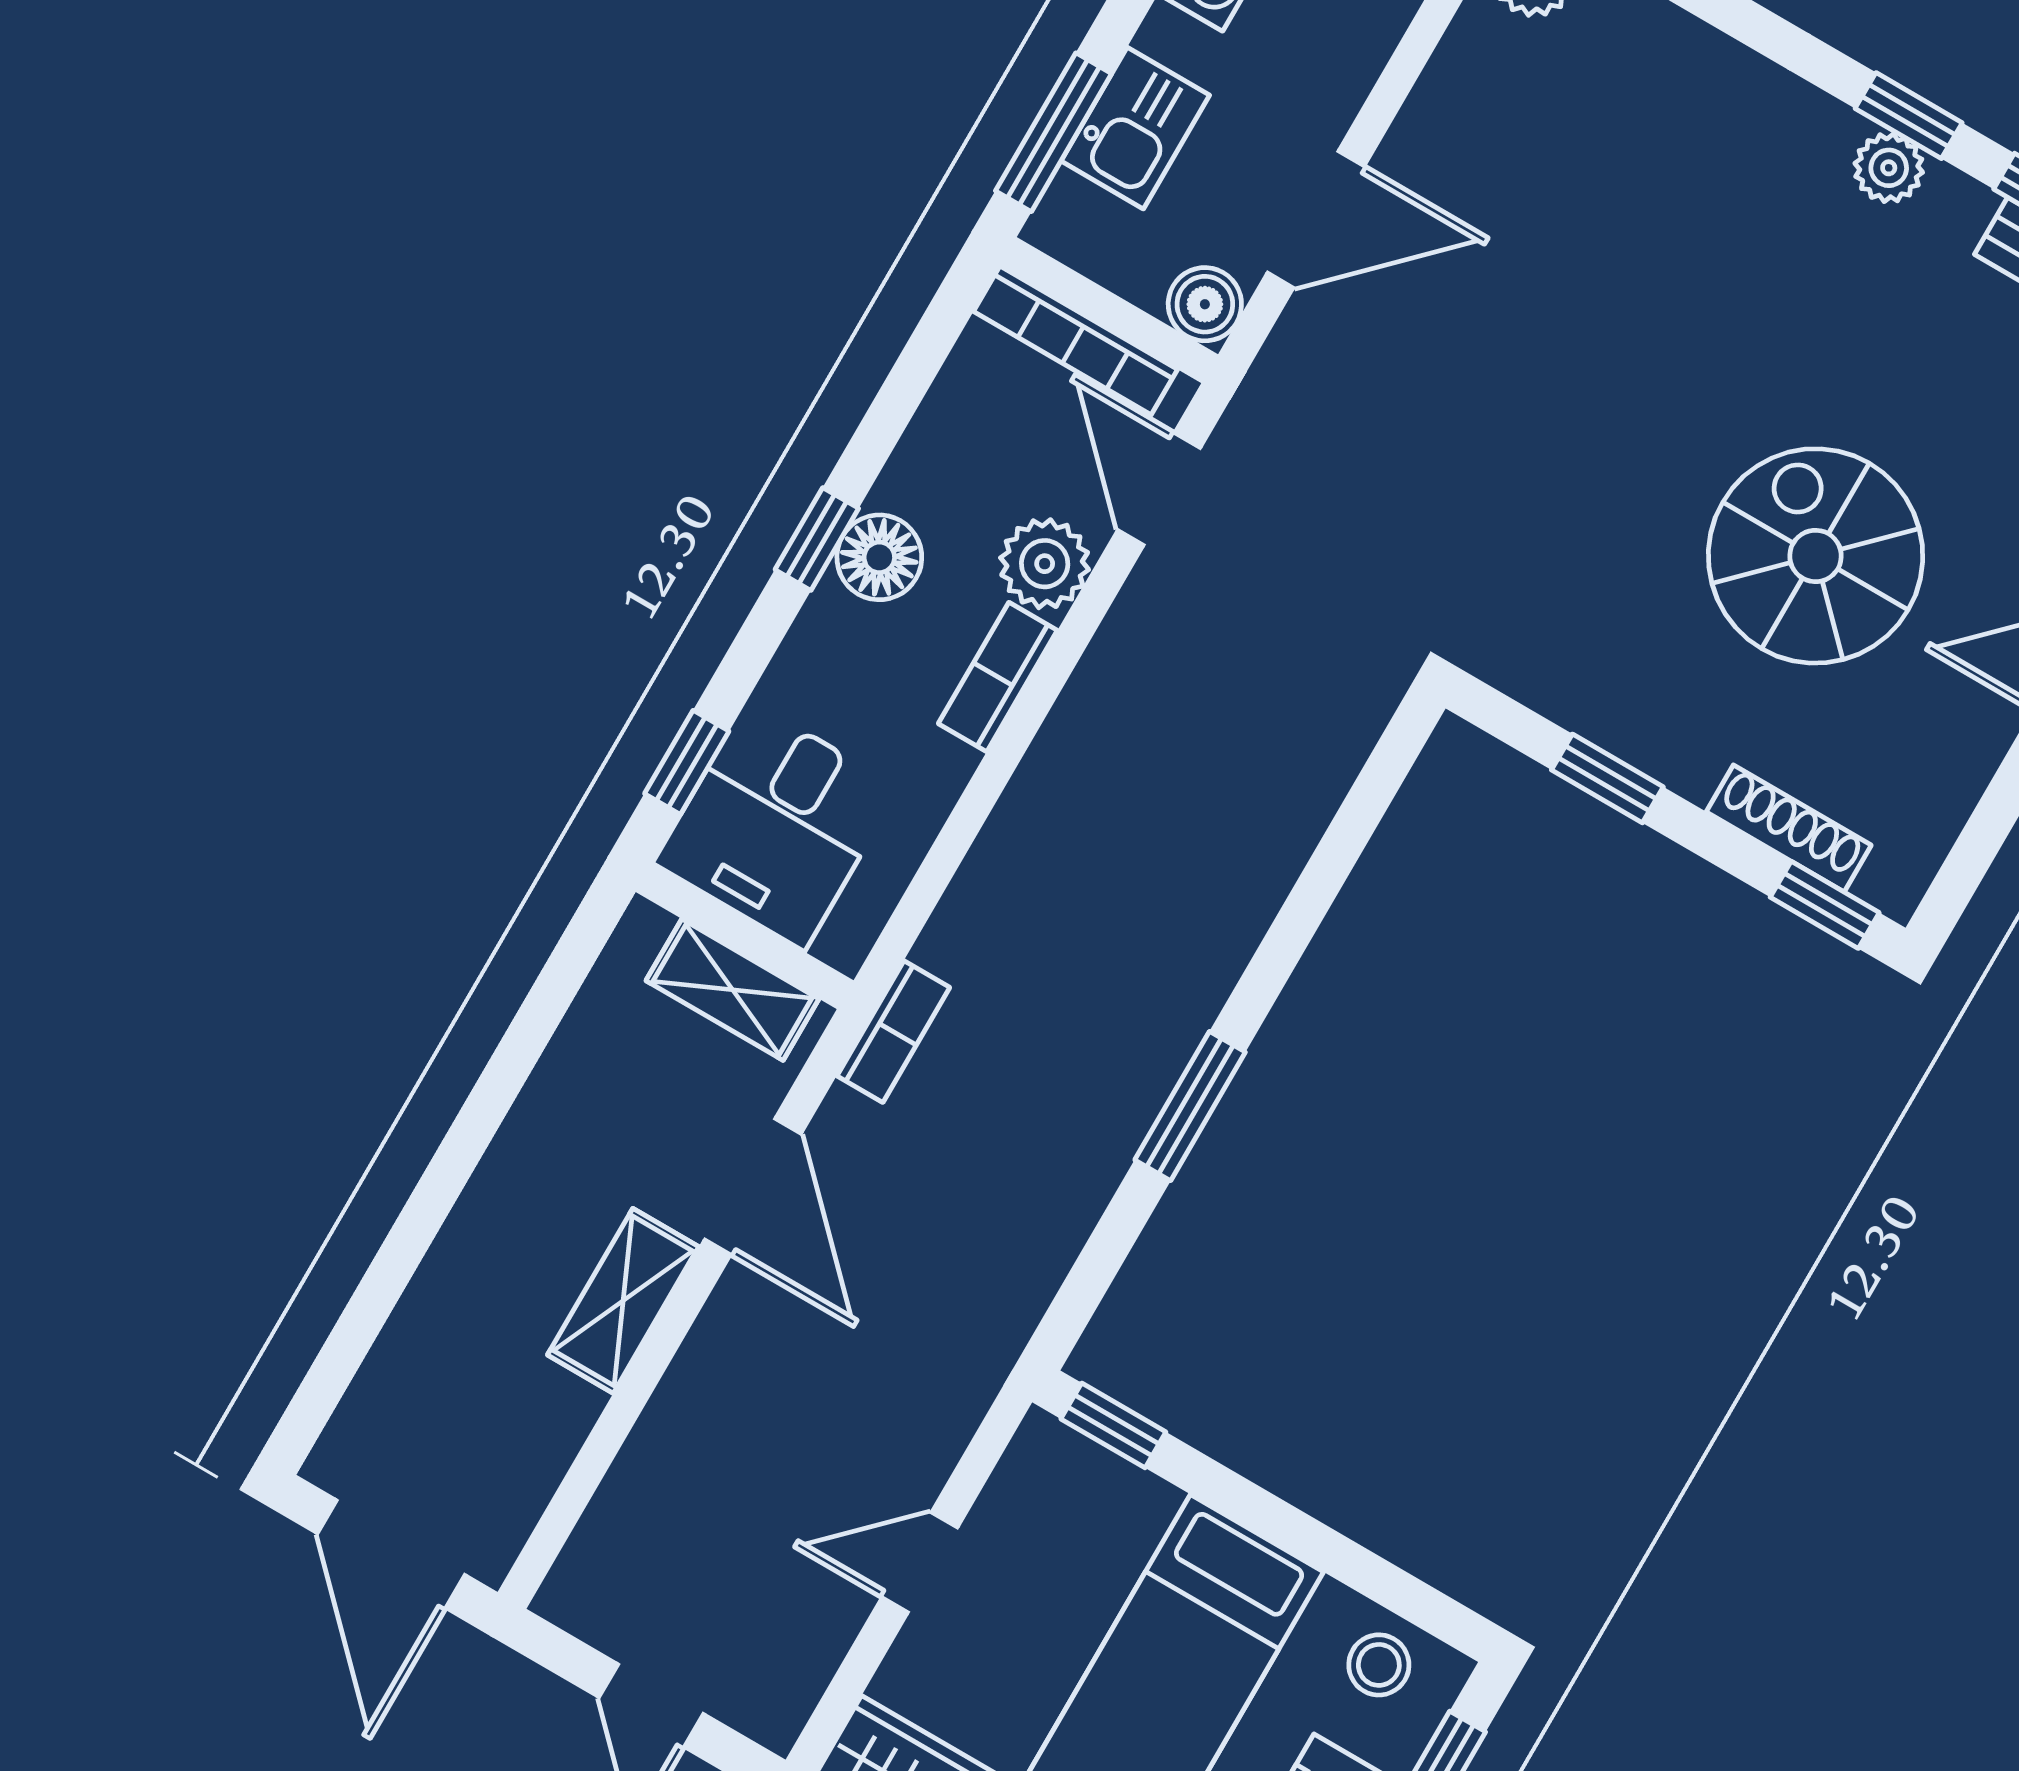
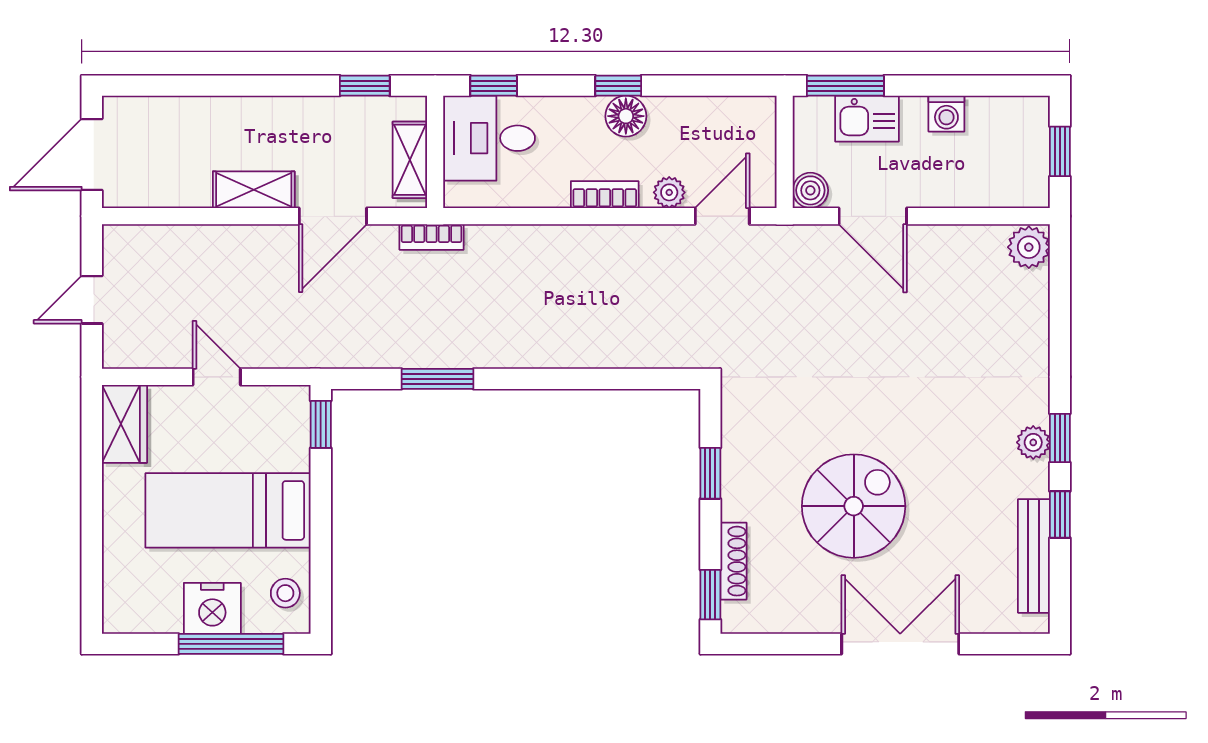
bookcase: (1076, 340) -> (764, 145), removed
plant: (1045, 564) -> (669, 192), width x0.73, depth x0.73
window: (552, 993) -> (365, 86), added
window: (1190, 1106) -> (438, 379), moved

